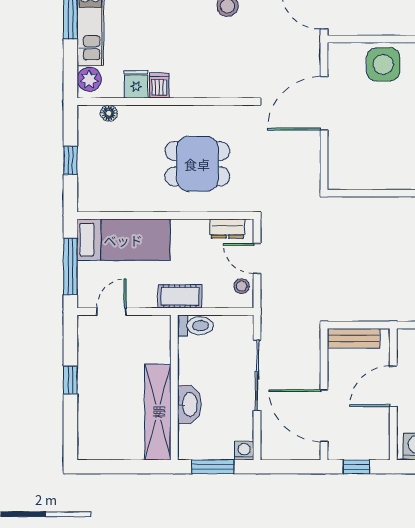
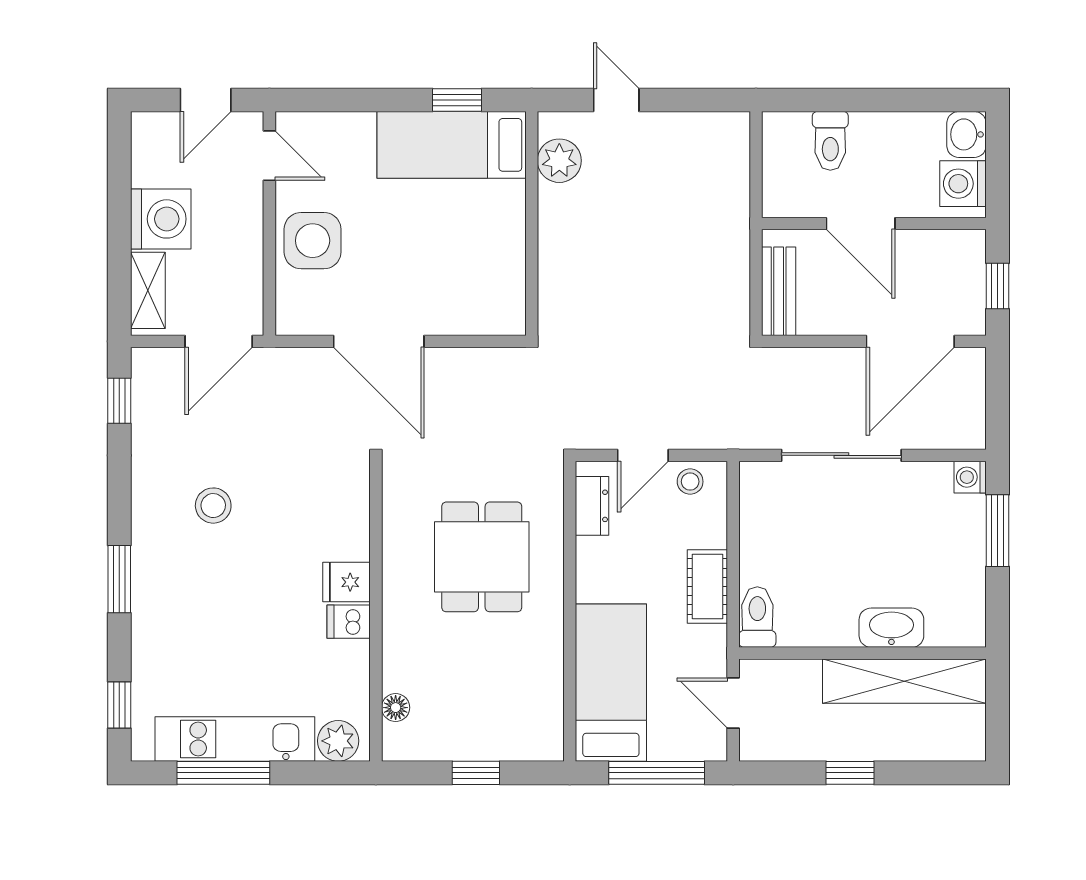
fridge: (136, 84) -> (346, 582), moved
toilet: (195, 326) -> (757, 617), moved
wall: (174, 387) -> (862, 653), moved
washbasin: (189, 405) -> (891, 628), moved
shelving: (158, 412) -> (904, 681), moved

